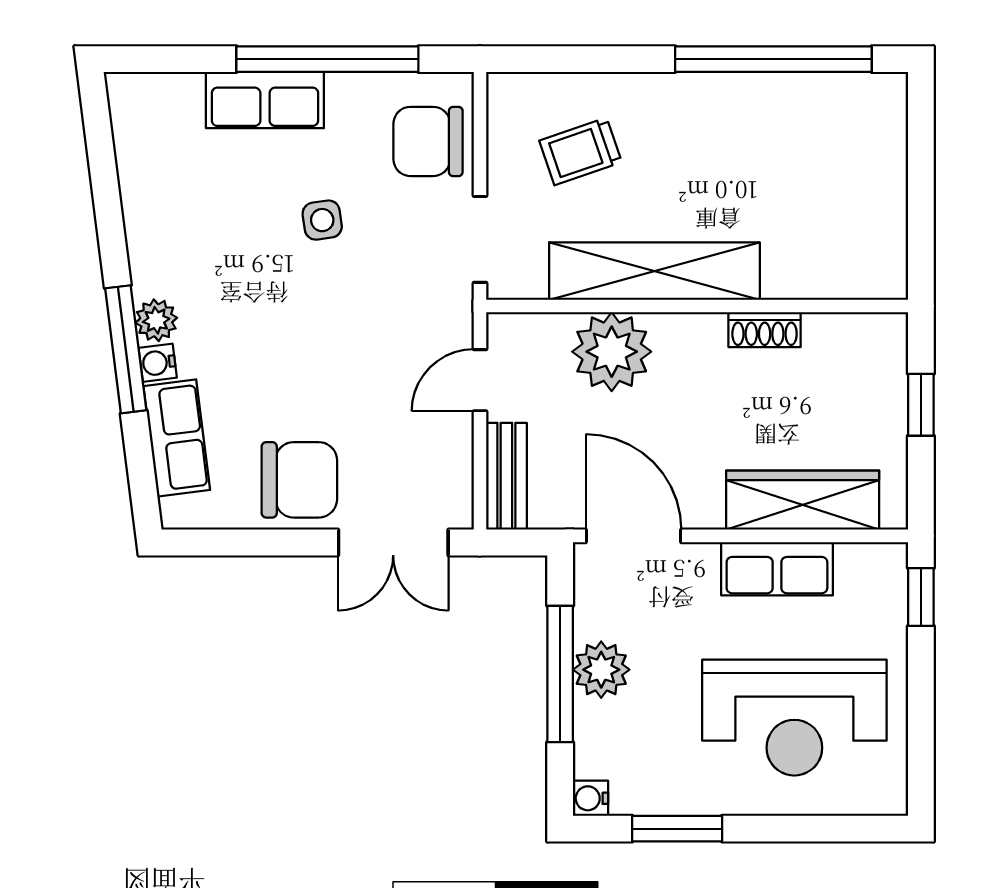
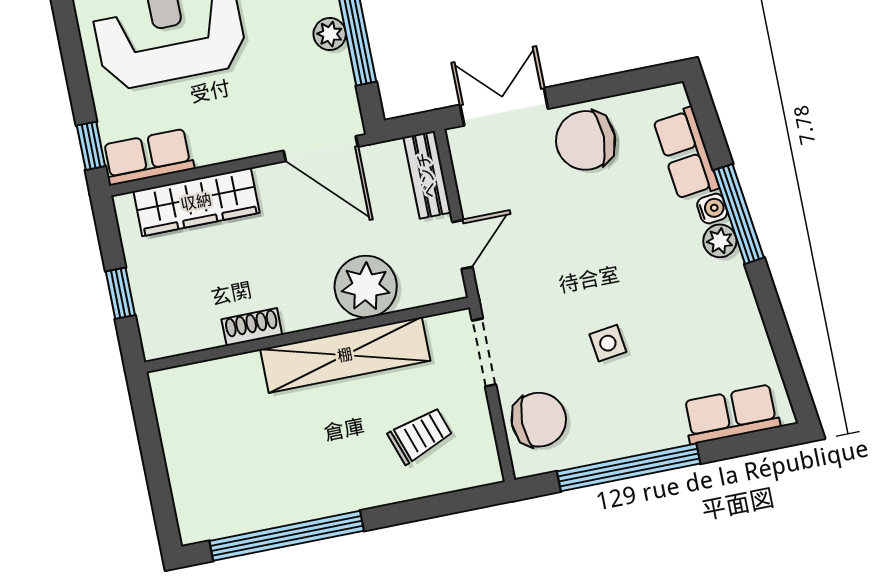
row of seats: (265, 100) -> (731, 414), moved
row of seats: (777, 569) -> (148, 157), moved
plant: (601, 670) -> (330, 34), width x0.73, depth x0.73

